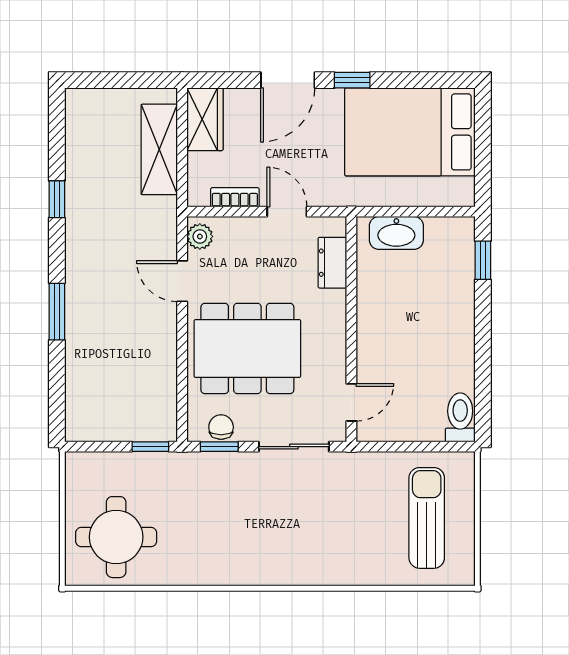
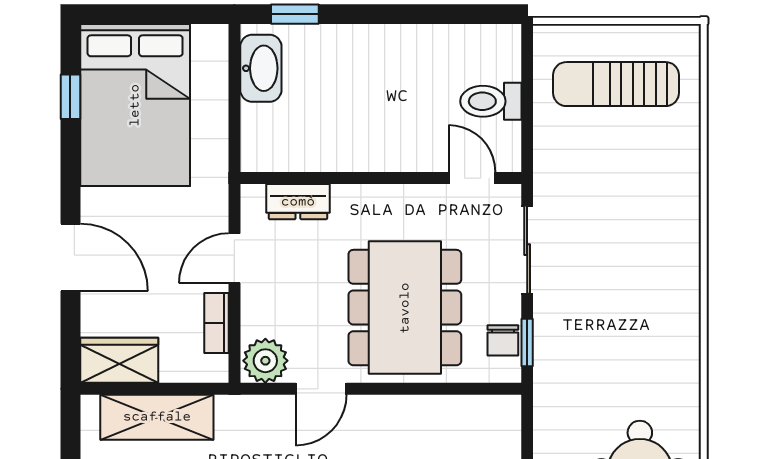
window: (352, 80) -> (70, 97), moved
washbasin: (396, 233) -> (261, 68), moved
plant: (200, 236) -> (265, 361), width x1.38, depth x1.38
toilet: (460, 417) -> (491, 101), moved
chair: (221, 427) -> (503, 340), turned -90
window: (150, 447) -> (527, 428), removed

